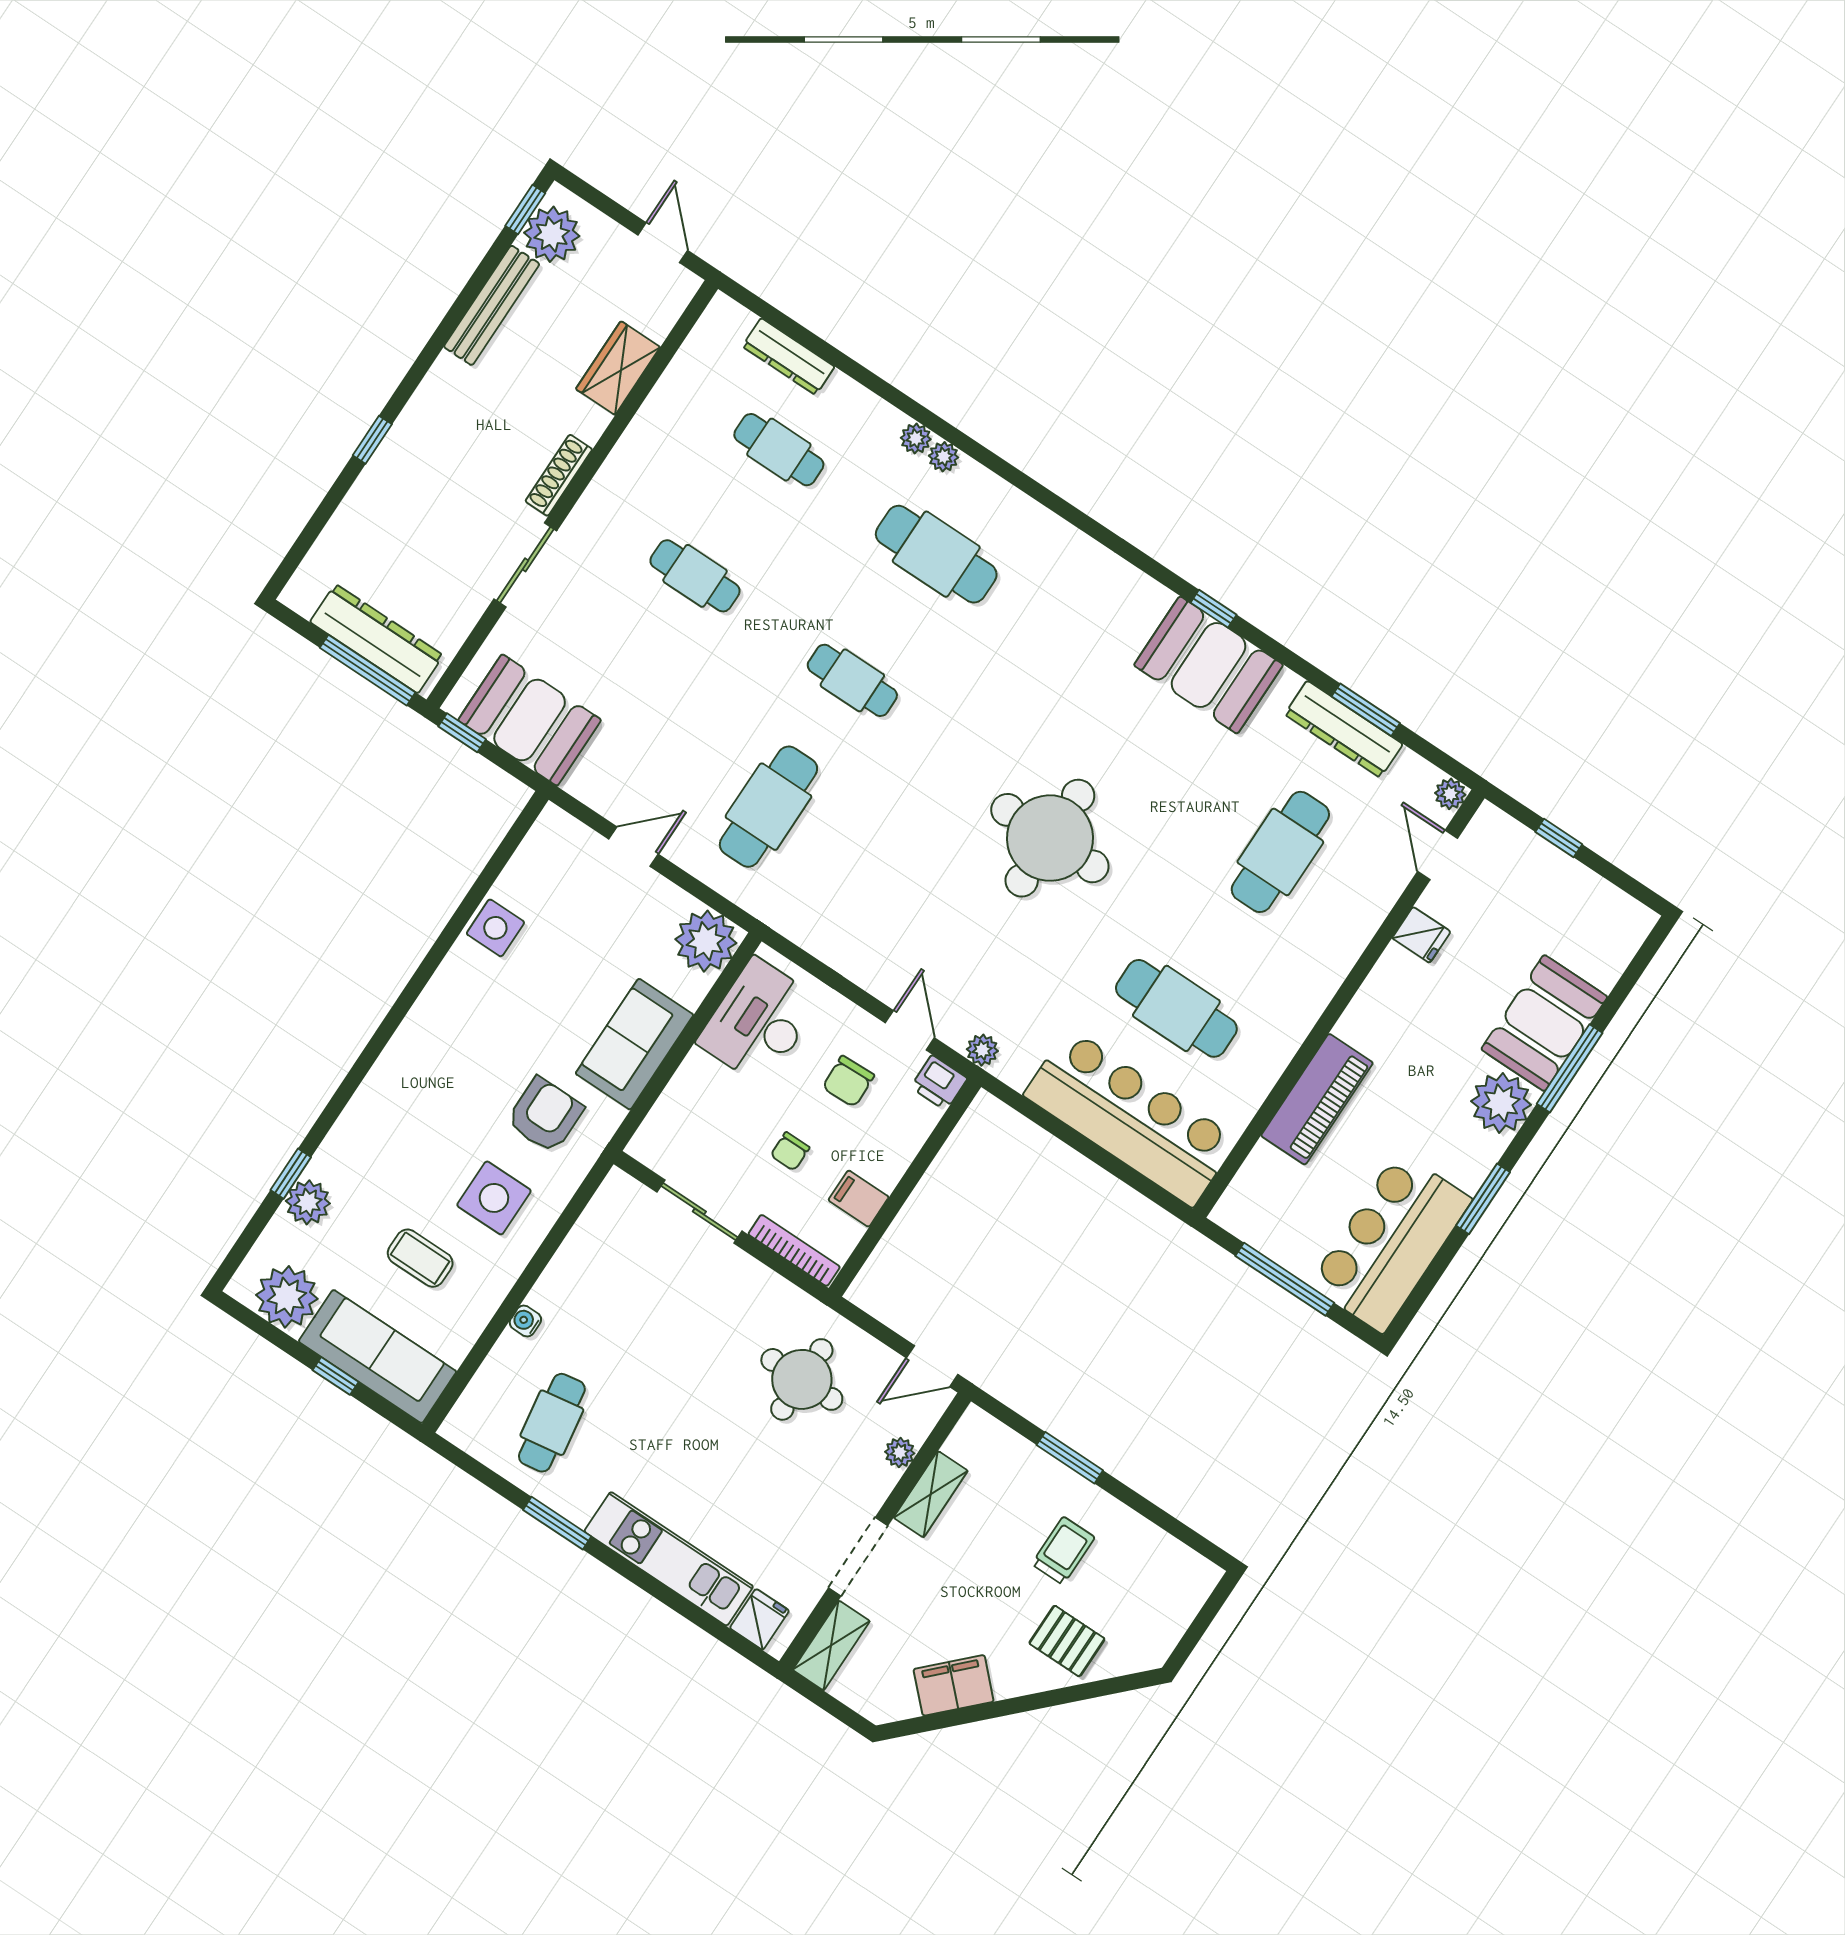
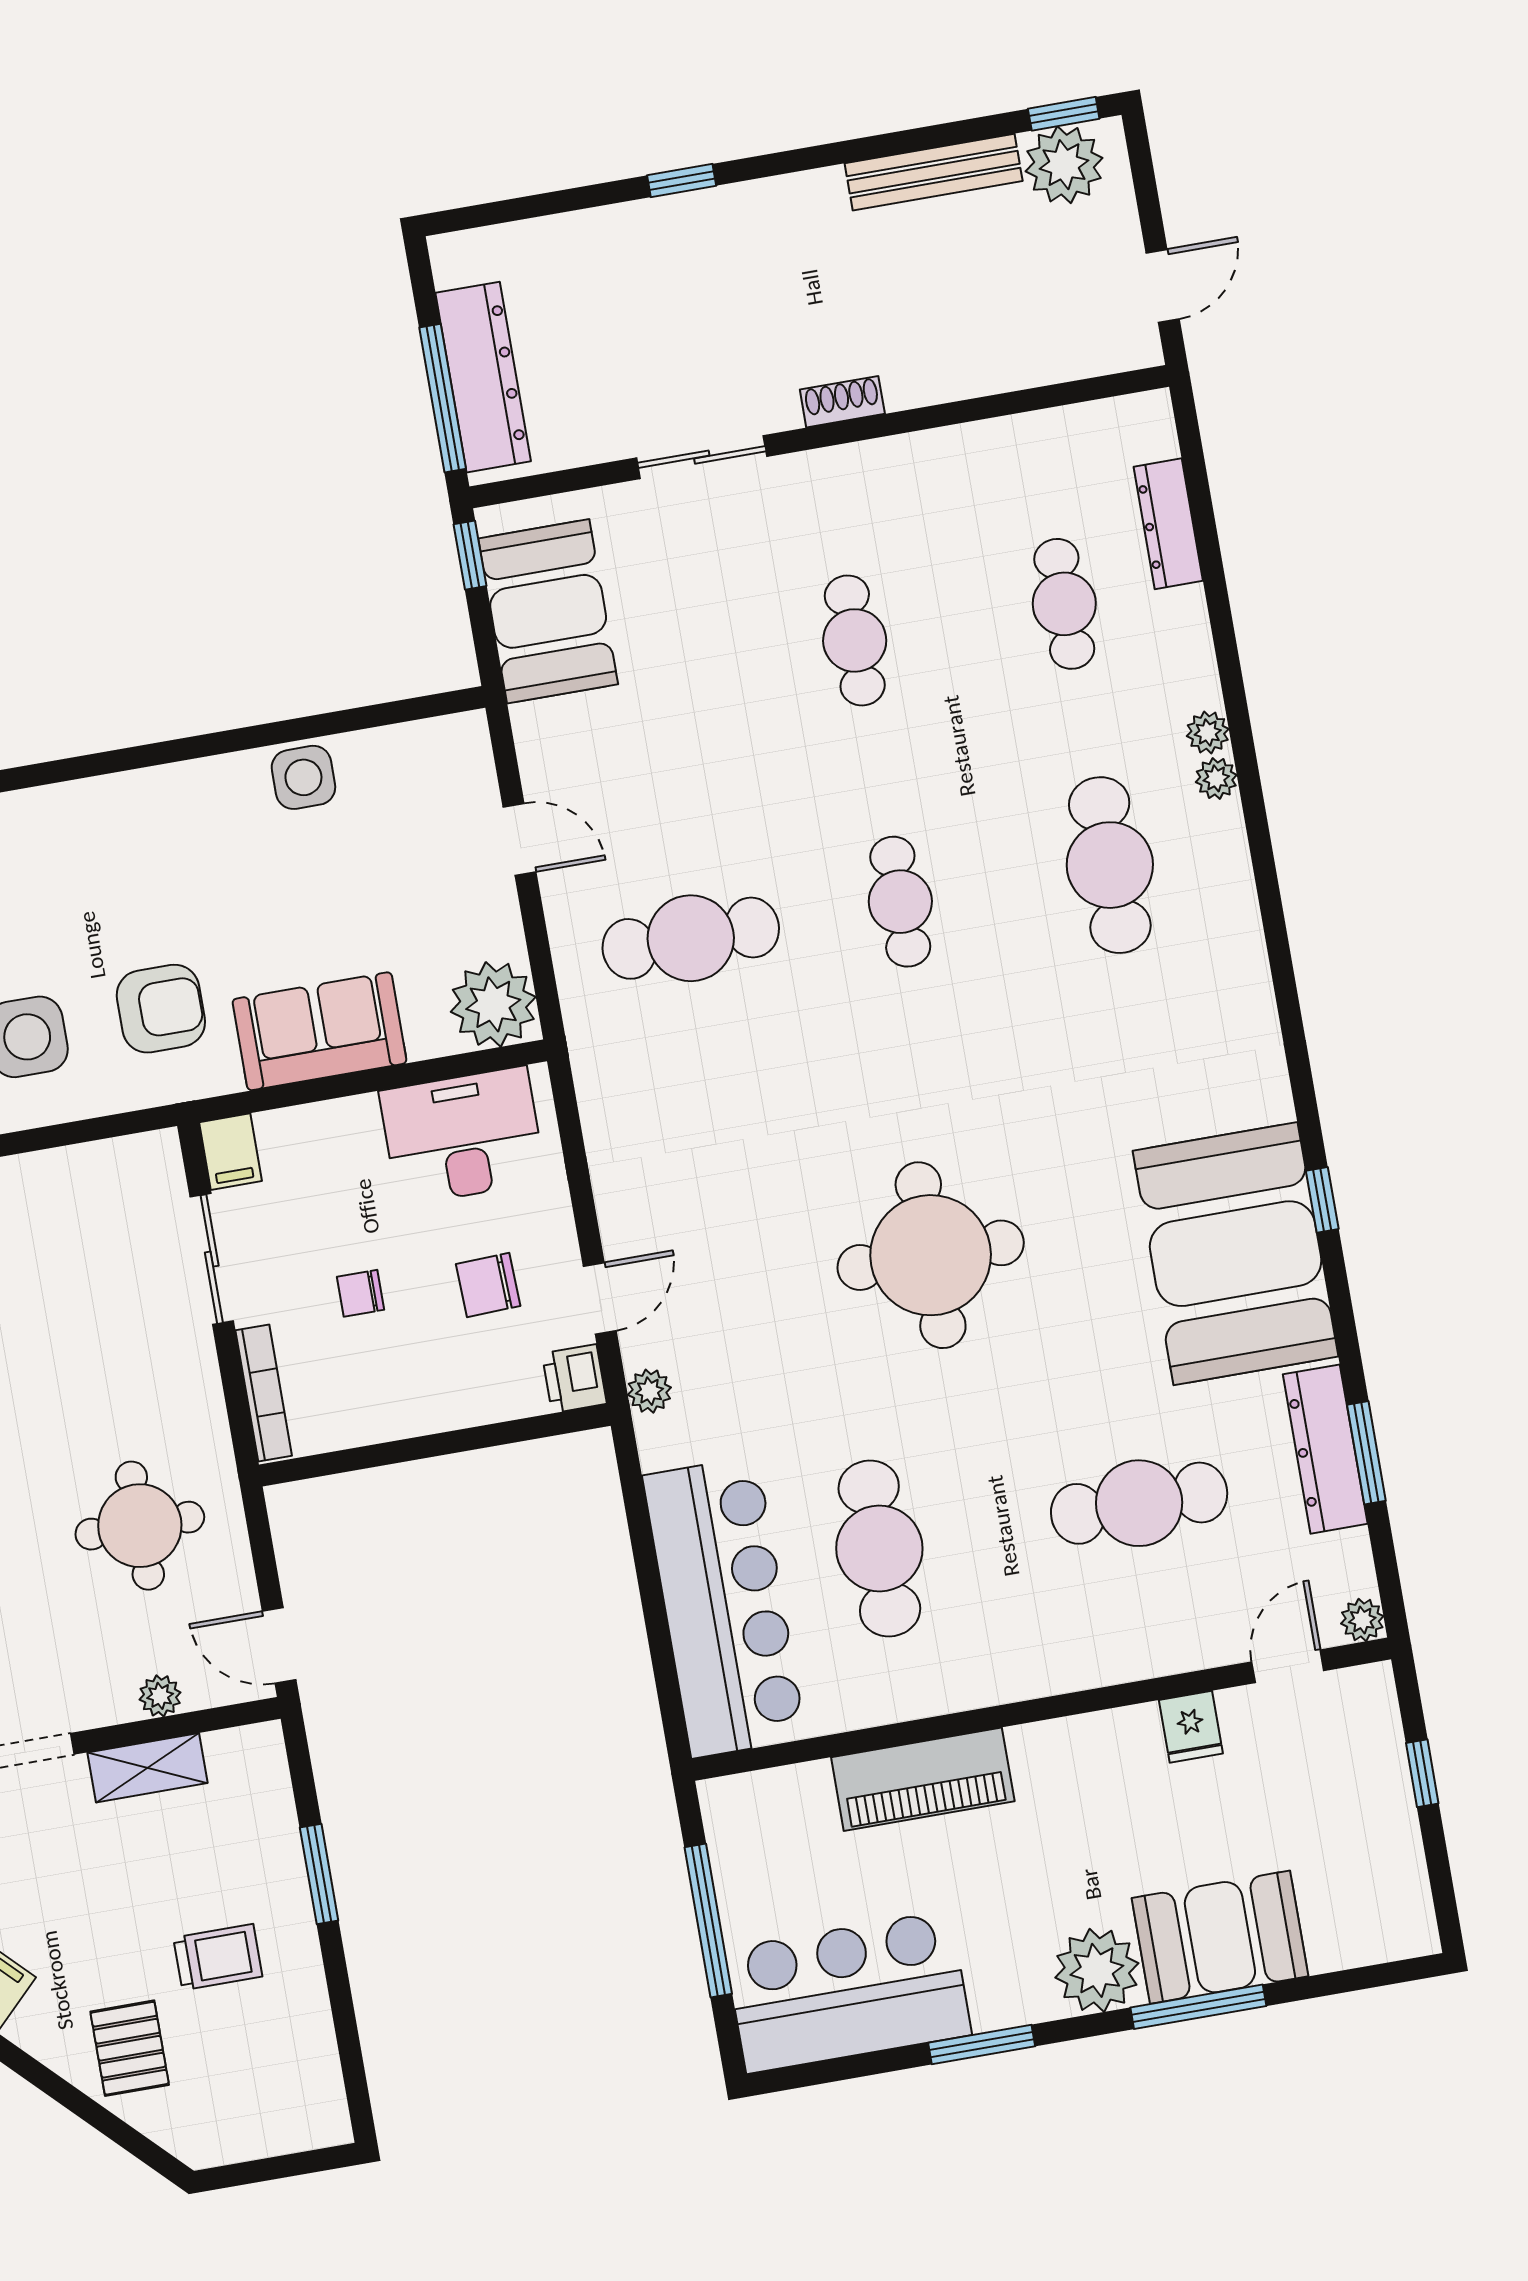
wardrobe: (618, 368) -> (992, 361), removed
shoe rack: (559, 475) -> (842, 402), width x0.70
booth: (1208, 665) -> (1236, 1254), width x1.36, depth x1.42
filing cabinet: (859, 1199) -> (230, 1152), moved, turned 180

